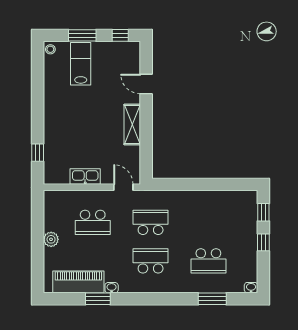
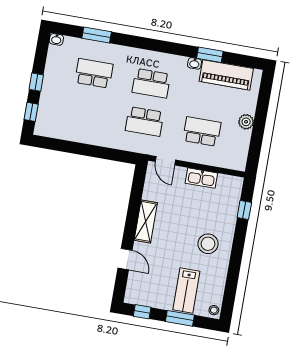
stool: (67, 113) -> (208, 244), added

